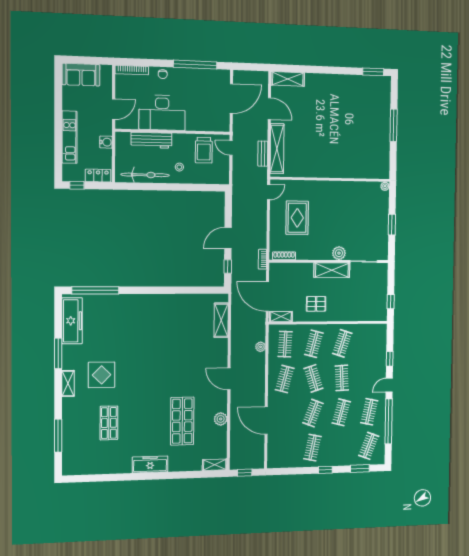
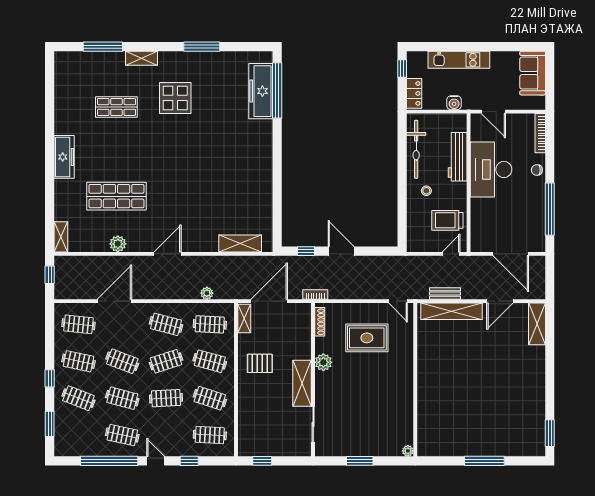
plant: (339, 253) -> (323, 362), moved
pallet: (316, 304) -> (260, 363), turned 90
freezer: (72, 321) -> (261, 91), moved, turned 90
clothes rail: (370, 343) -> (210, 435), added
shelving: (68, 383) -> (142, 58), moved
clothes rail: (369, 446) -> (78, 398), moved
clothes rail: (284, 448) -> (78, 324), added

